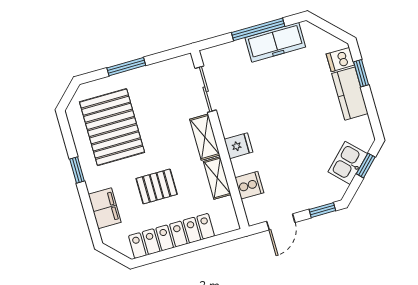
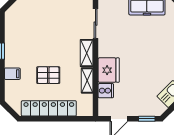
pallet: (112, 127) -> (31, 31), removed
fridge: (238, 146) -> (109, 70), width x1.88, depth x1.34
filing cabinet: (105, 208) -> (12, 74), width x0.50

